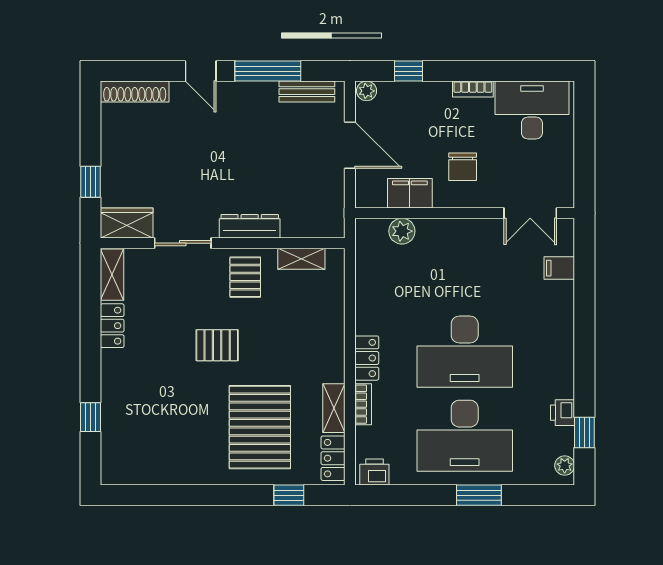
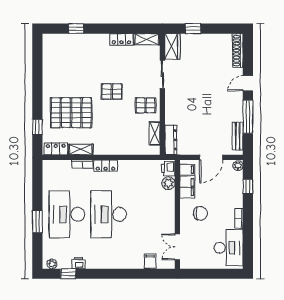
chair: (463, 167) -> (200, 213), turned 180
filing cabinet: (374, 193) -> (187, 170), added
dresser: (250, 226) -> (171, 140), moved
pallet: (217, 345) -> (112, 91), turned 90
printer: (374, 472) -> (168, 169), moved, turned 180

